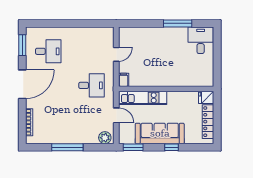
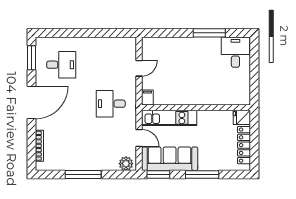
desk: (91, 85) -> (111, 104), turned 180
sofa: (160, 133) -> (170, 159), moved
window: (171, 147) -> (202, 174), width x2.17

